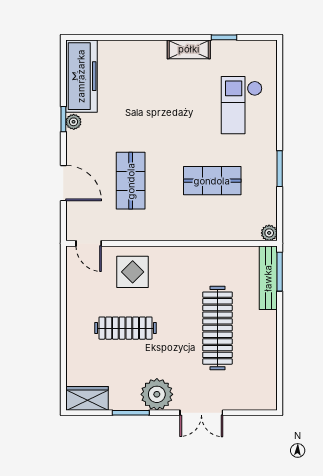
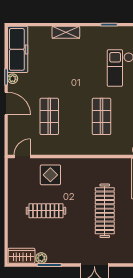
shelving: (189, 49) -> (66, 32), moved
shop shelf: (212, 181) -> (101, 116), turned 90
door: (63, 183) -> (6, 104), moved
door: (89, 243) -> (22, 157), swing flipped
plant: (157, 394) -> (41, 258), moved, width x0.53, depth x0.53

